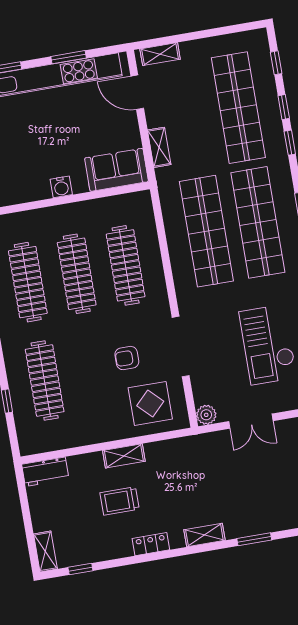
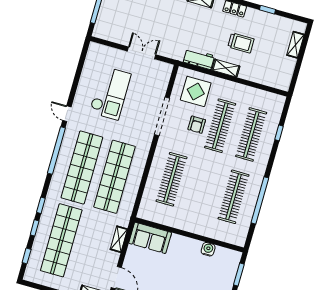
water cooler: (61, 187) -> (208, 249), moved
clothes rail: (77, 274) -> (220, 126), moved
armchair: (127, 358) -> (197, 125), turned 90
plant: (206, 415) -> (166, 69), removed
workbench: (45, 472) -> (199, 59), moved
shelving: (45, 551) -> (295, 45), moved
window: (80, 569) -> (267, 10), moved

